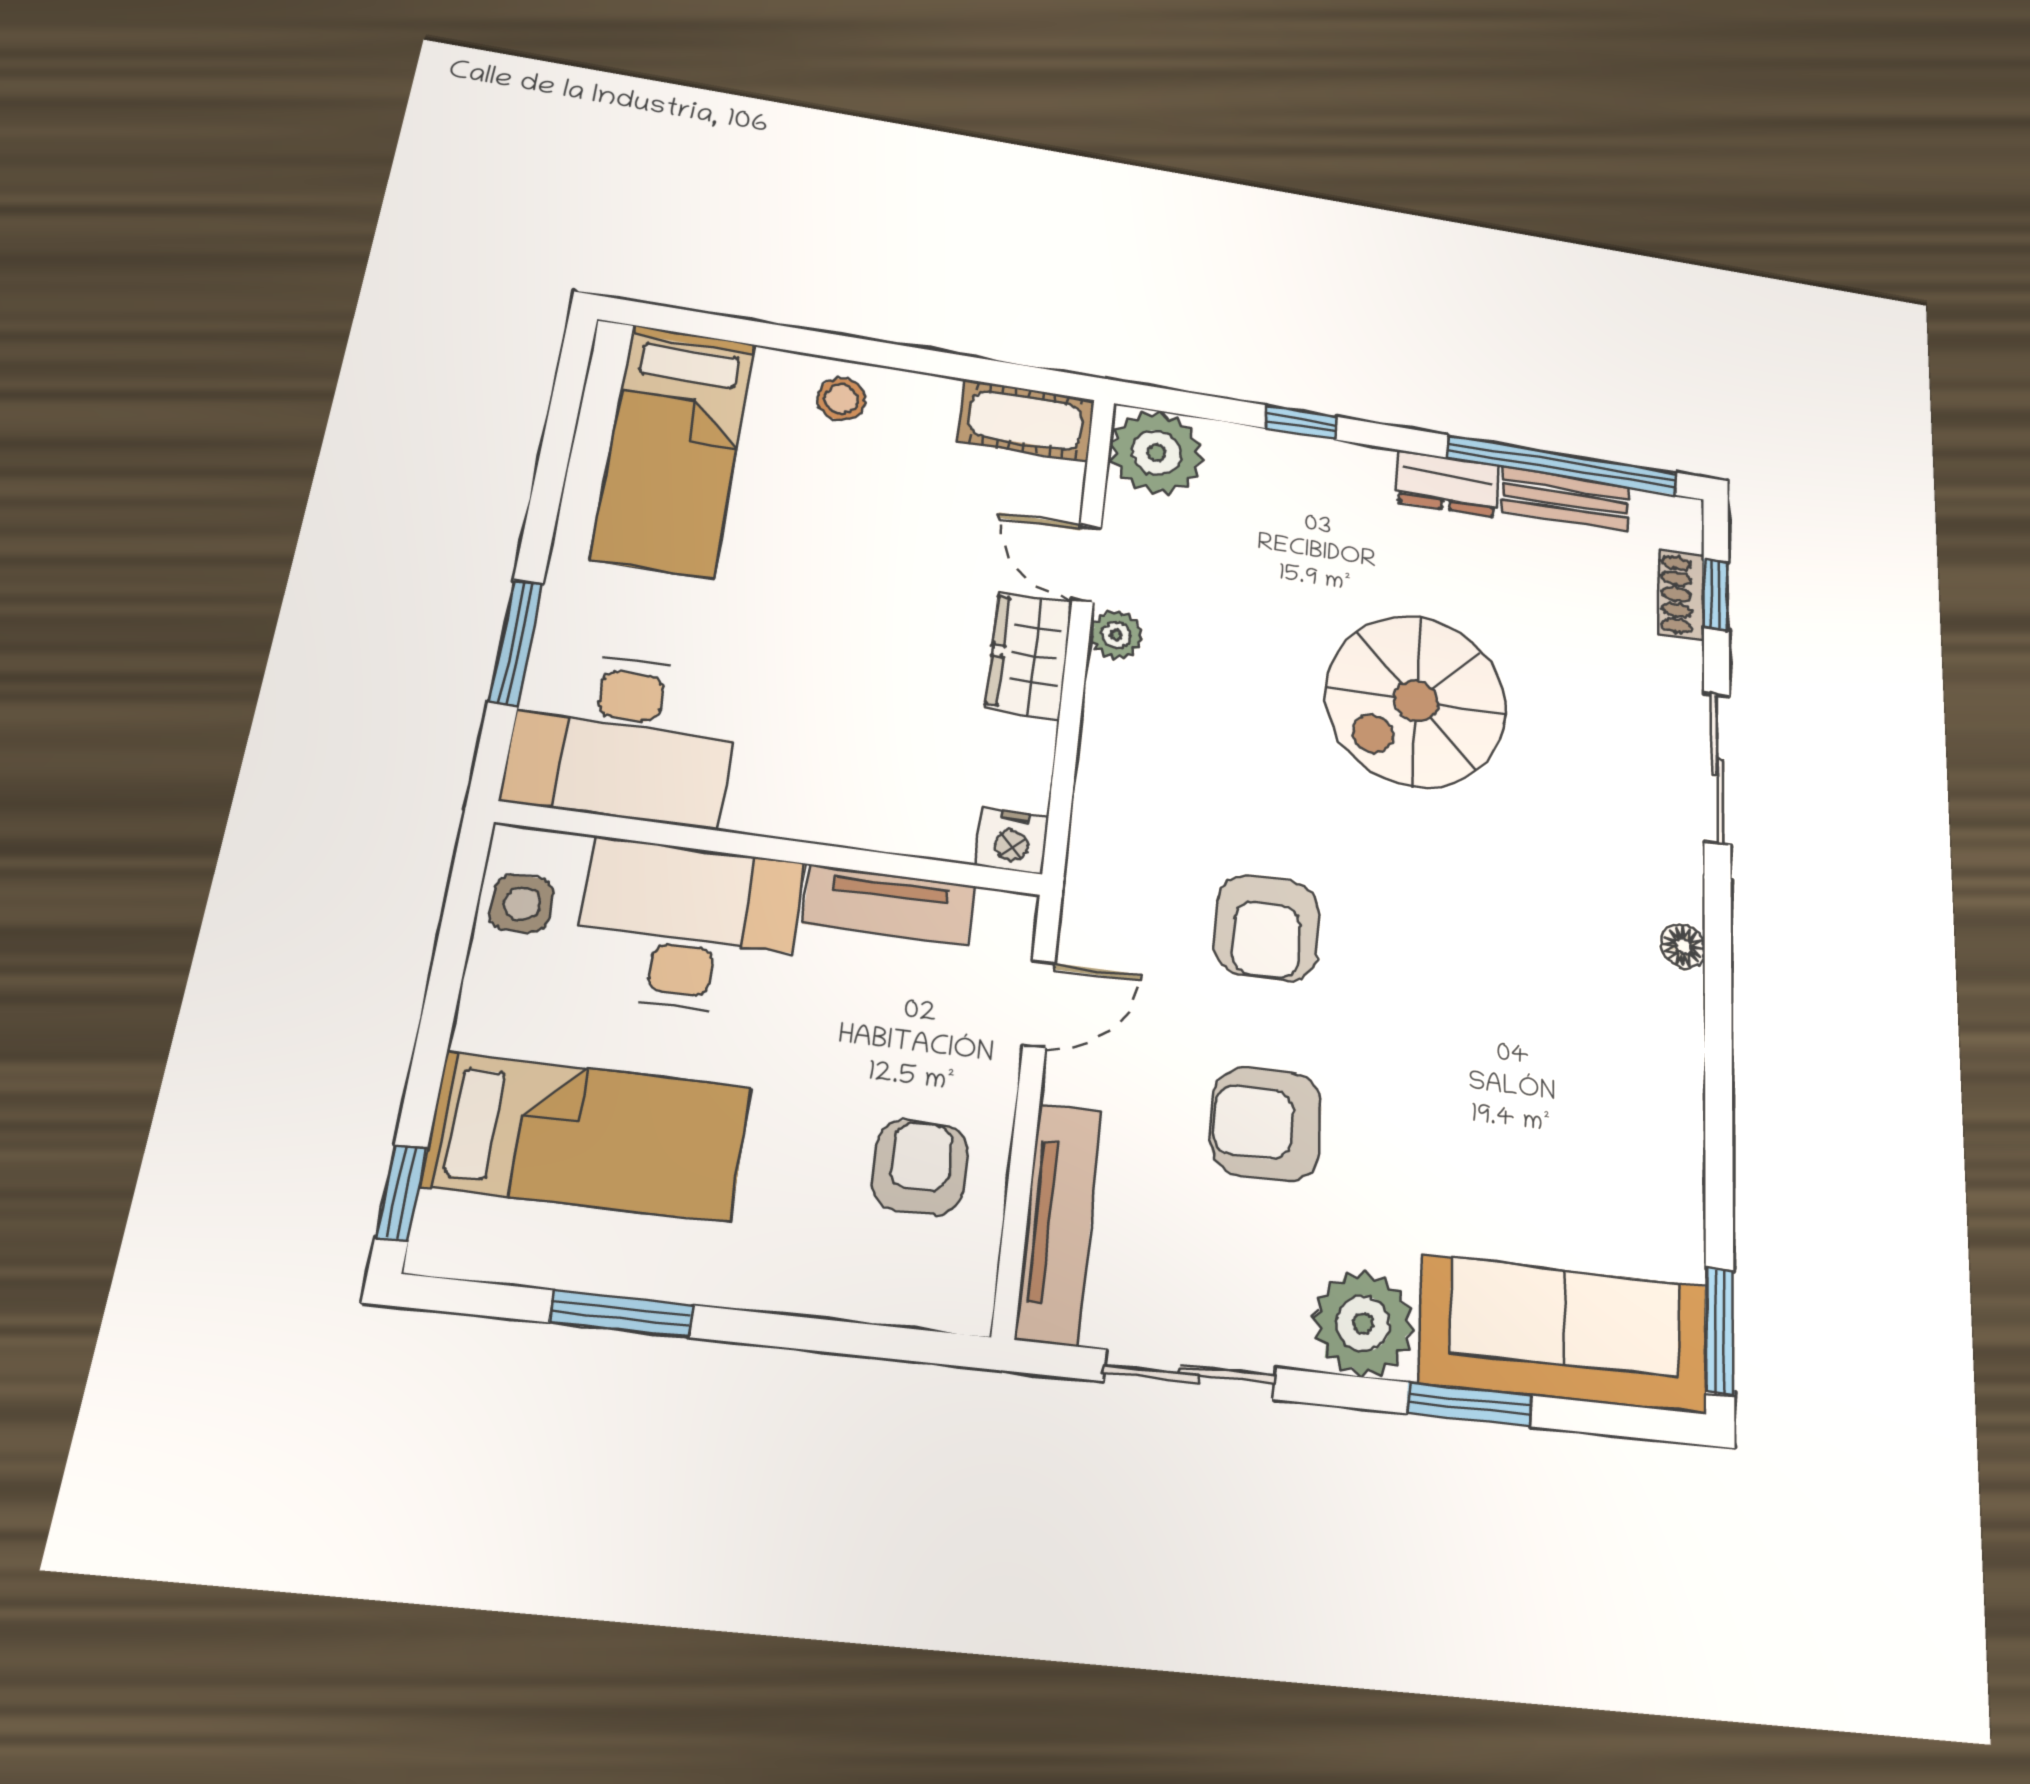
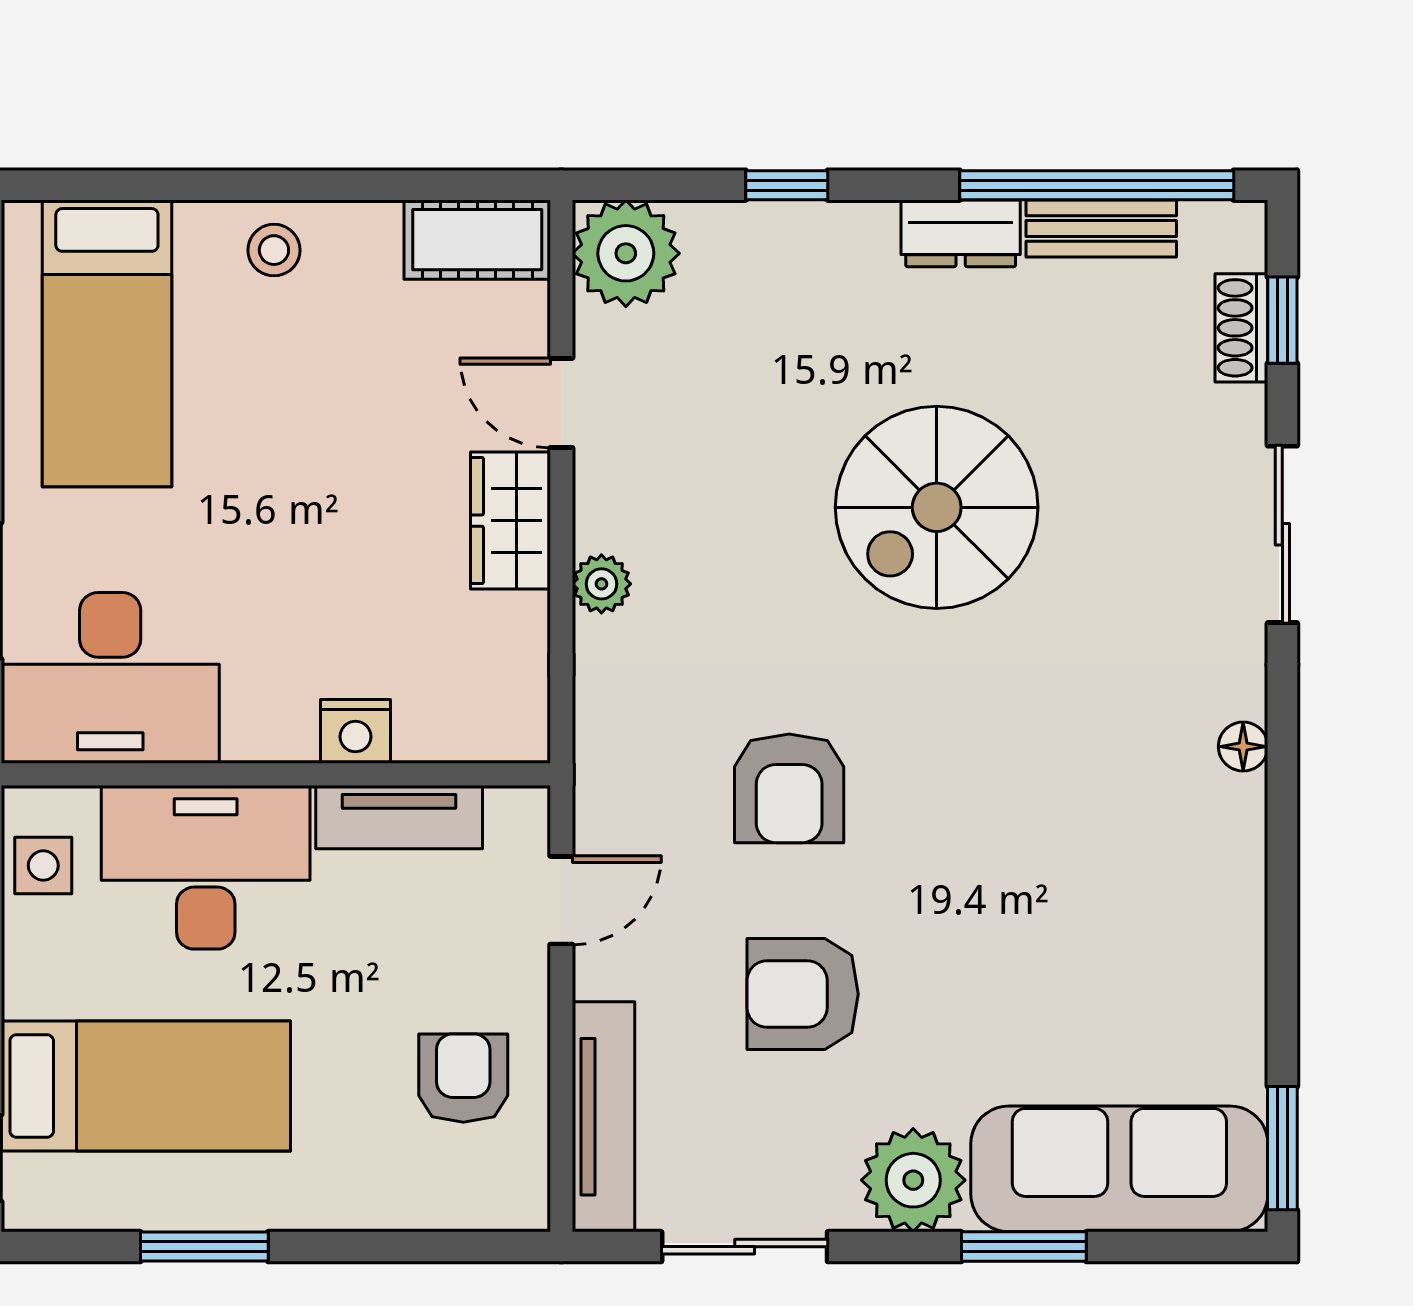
plant: (1116, 635) -> (601, 584), moved
nightstand: (1012, 841) -> (355, 731), moved

